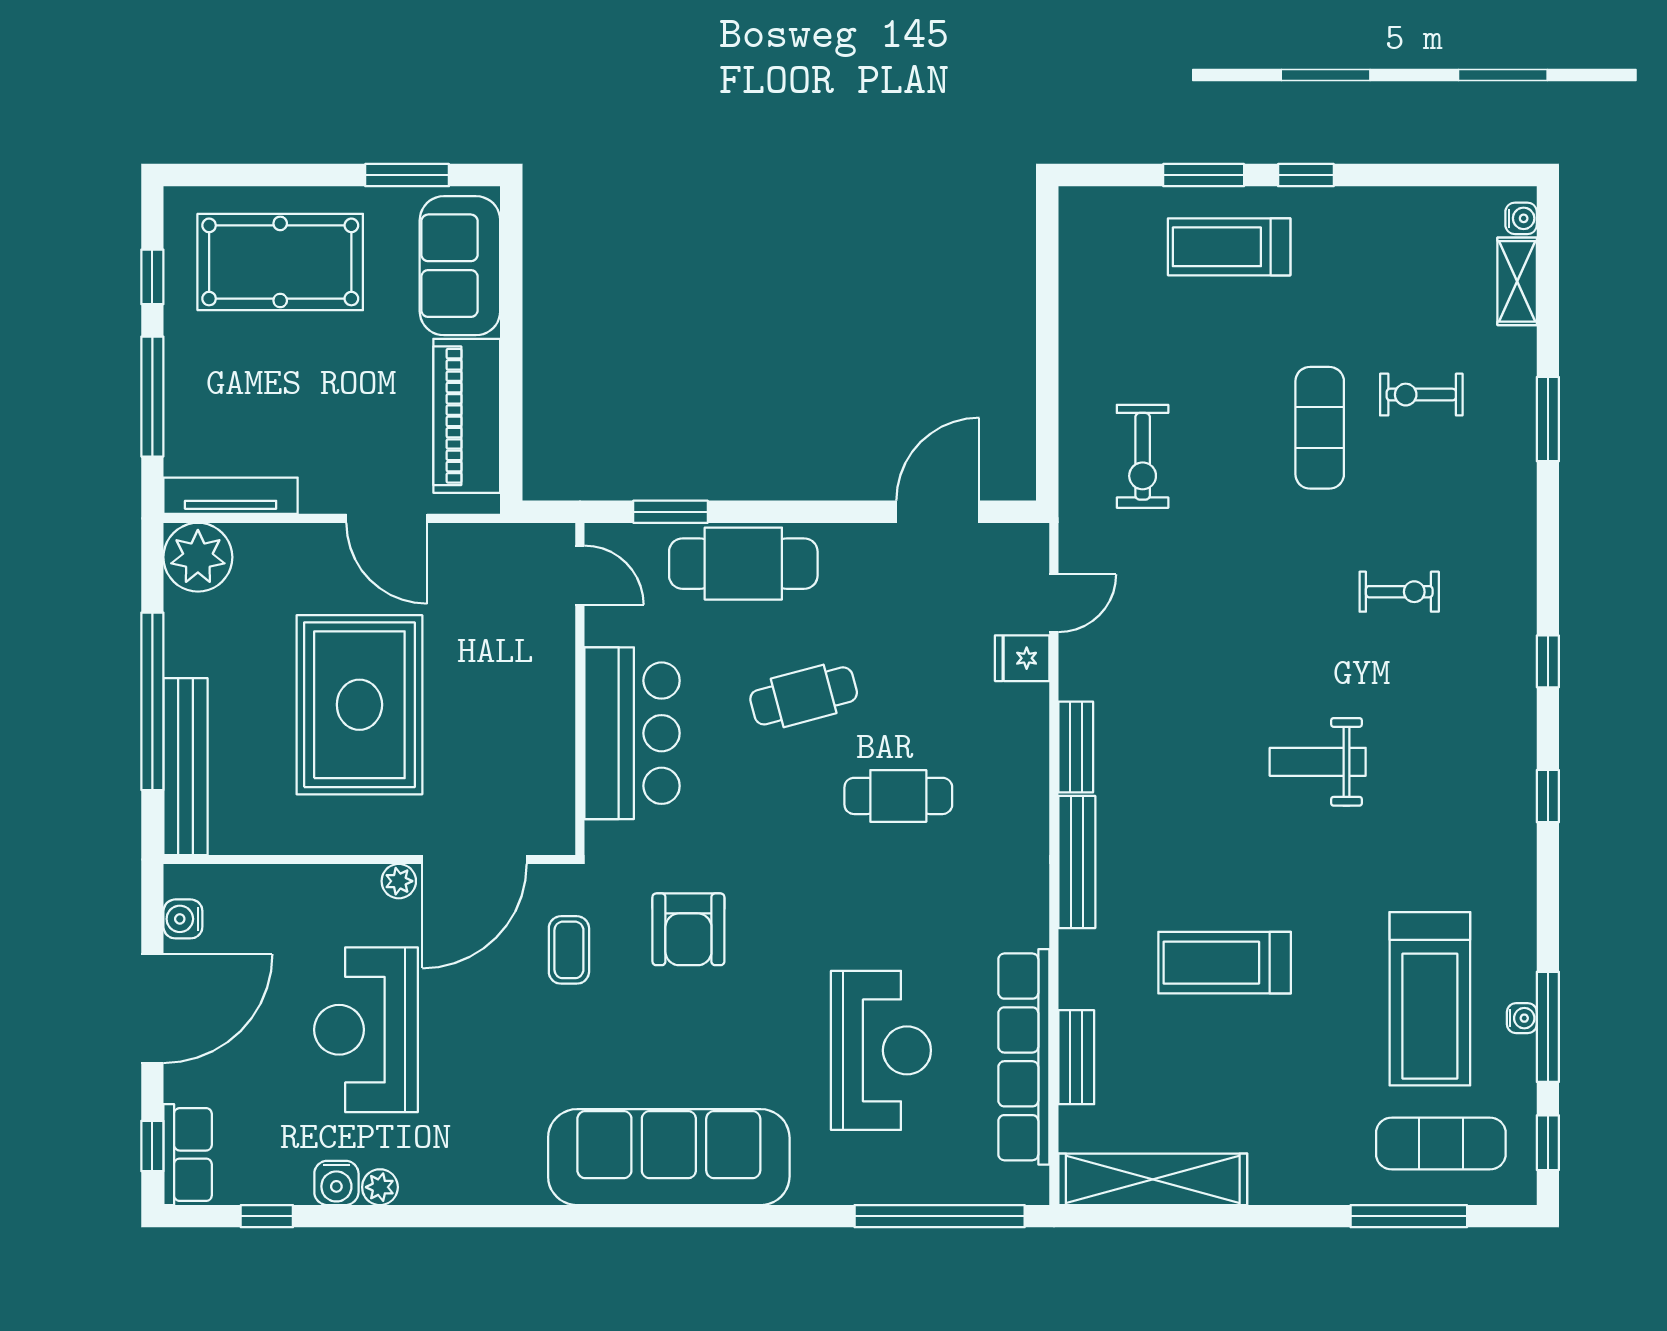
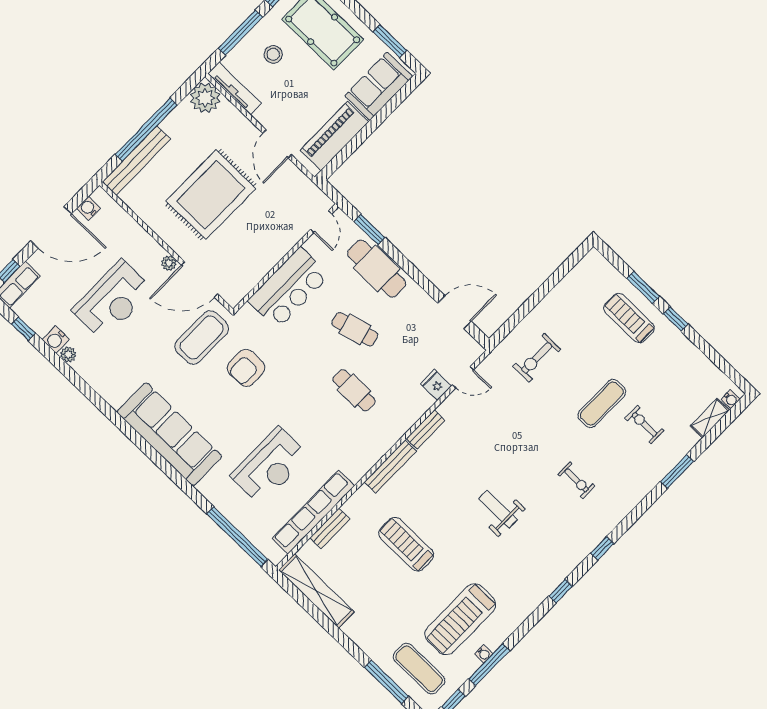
stool: (240, 380) -> (273, 54), added
coffee table: (569, 950) -> (202, 337), width x1.86, depth x1.72
reception desk: (366, 1030) -> (112, 300), turned 180

